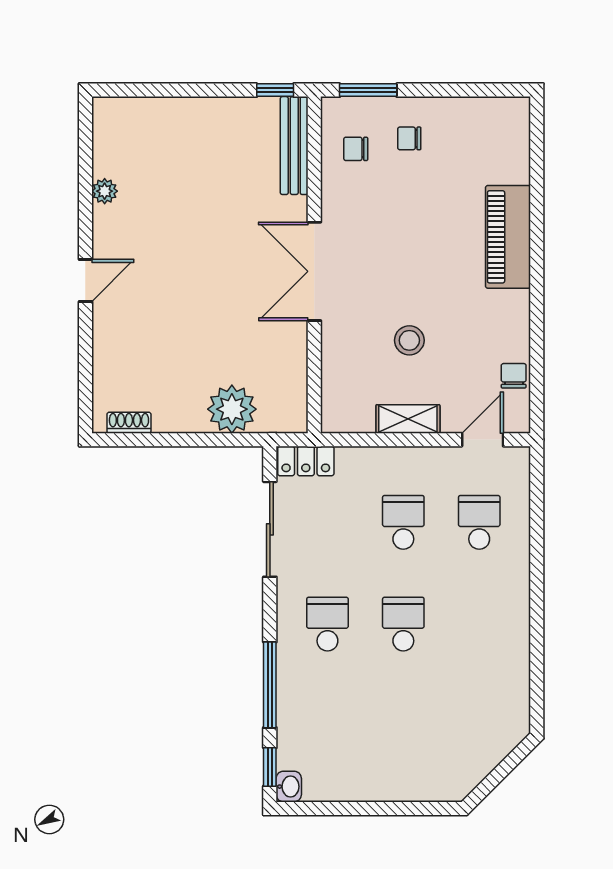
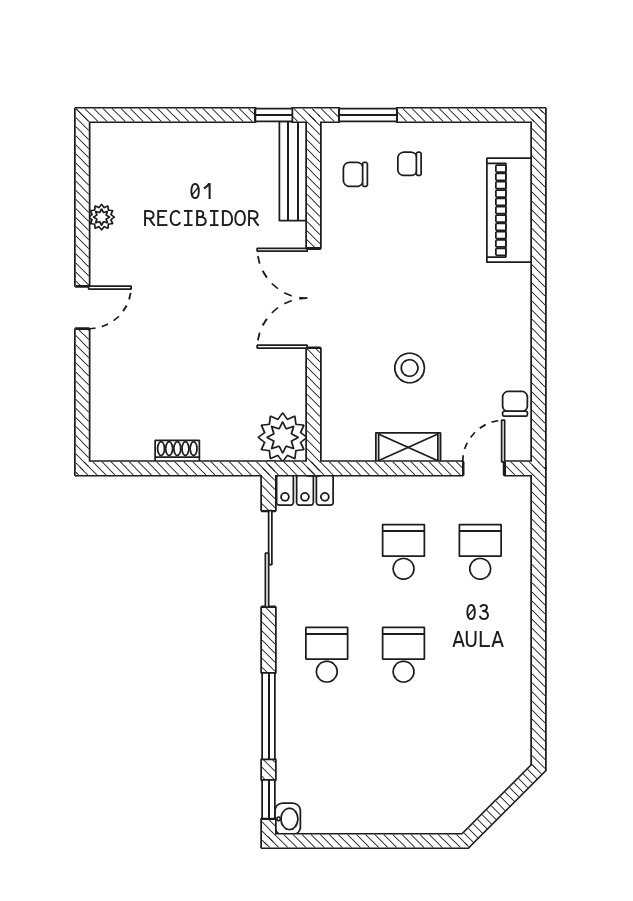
piano: (508, 237) -> (509, 210), moved
plant: (232, 409) -> (283, 437), moved
shoe rack: (129, 423) -> (177, 451), moved

